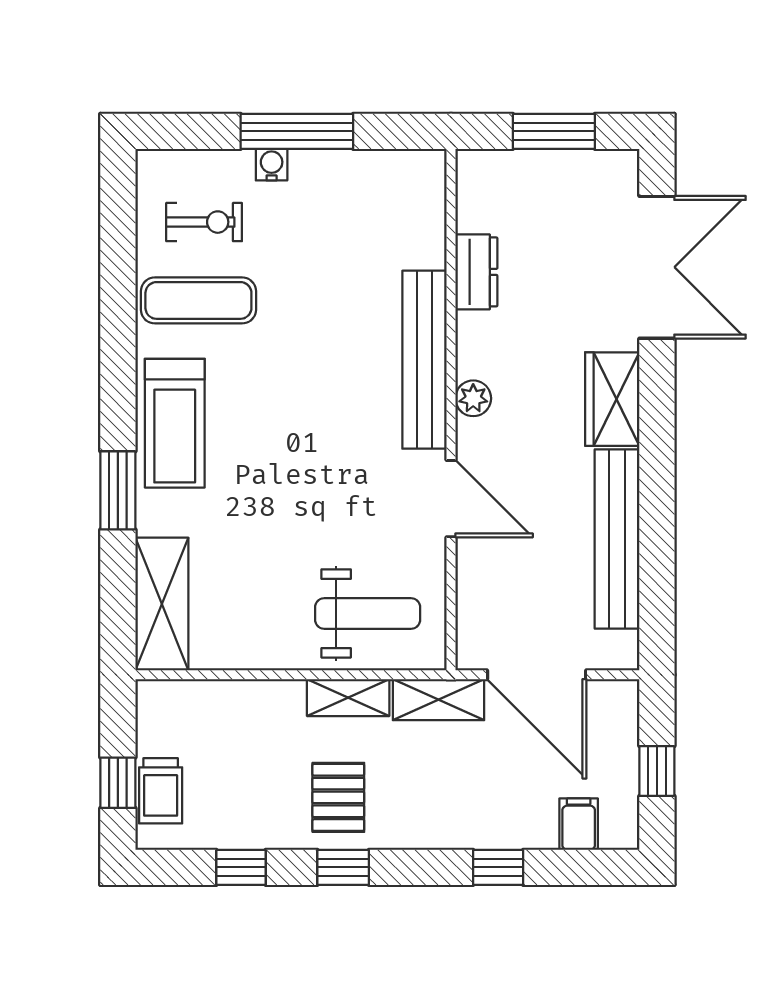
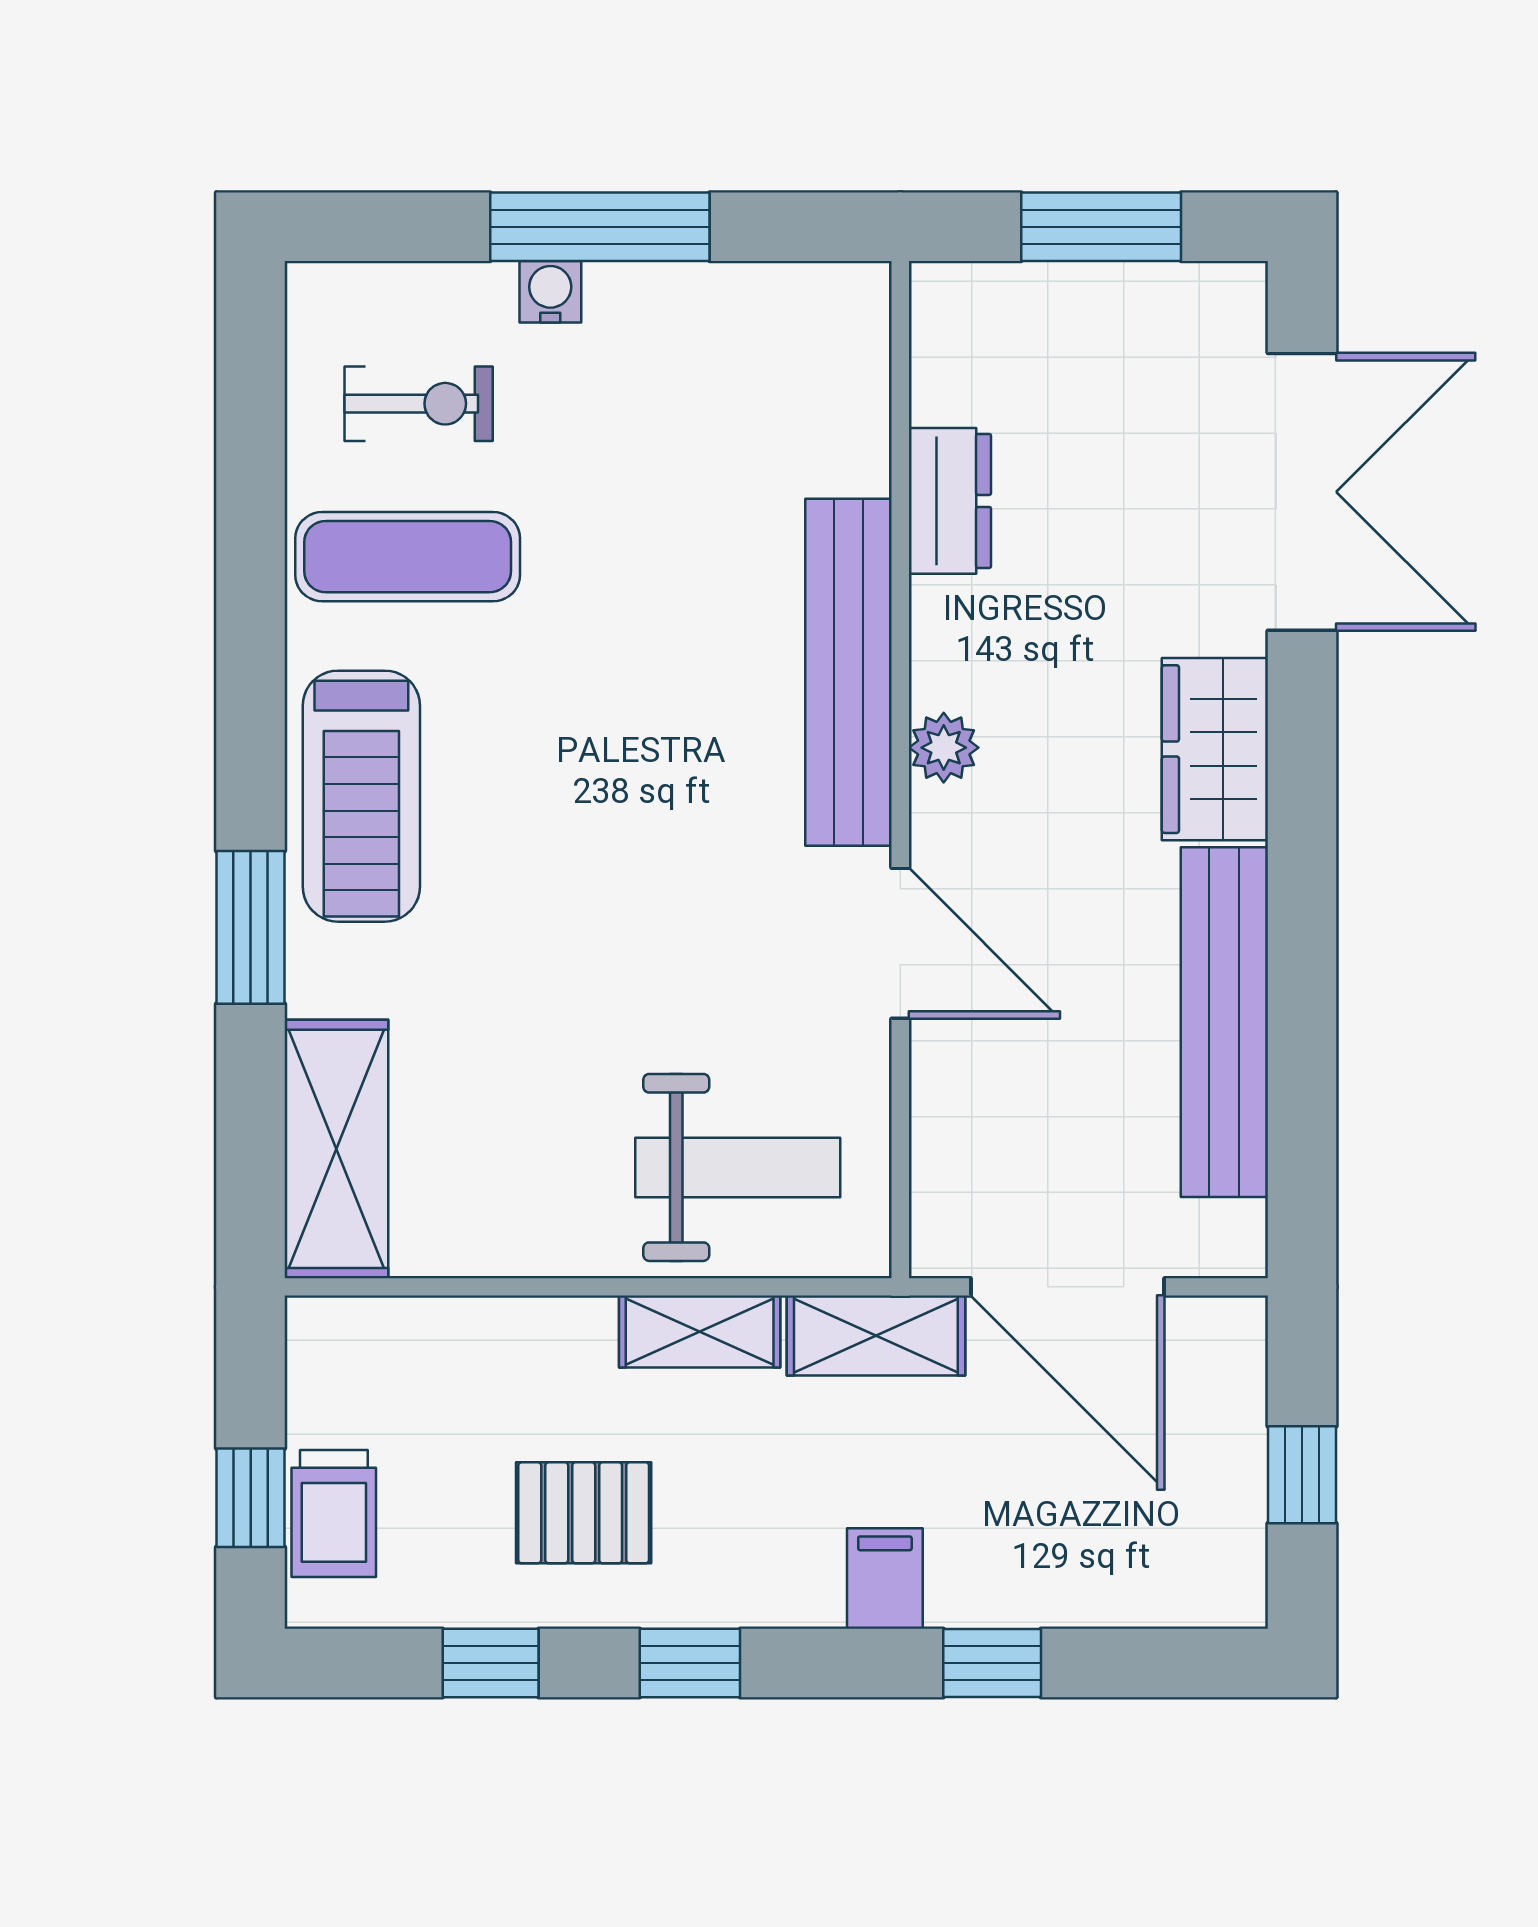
pallet: (338, 797) -> (584, 1513), moved, turned 90
filing cabinet: (579, 824) -> (885, 1578), moved

